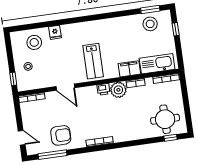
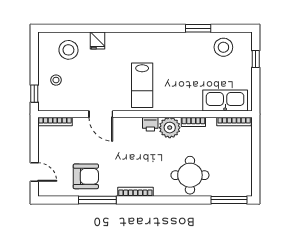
window: (150, 9) -> (198, 28), moved
filing cabinet: (129, 69) -> (188, 102), removed
round table: (165, 119) -> (190, 175), moved
window: (171, 138) -> (229, 200), width x2.17
window: (52, 155) -> (97, 200), moved

